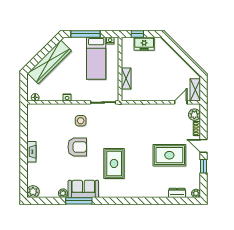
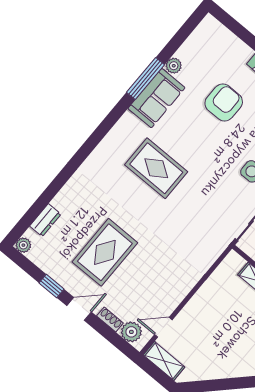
door: (181, 102) -> (163, 327), swing flipped
armchair: (77, 147) -> (224, 102), moved, turned 180
plant: (33, 192) -> (210, 27), removed

